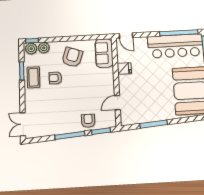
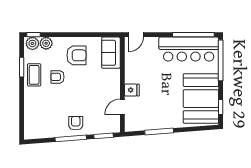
door: (126, 36) -> (136, 35), hinge flipped
armchair: (72, 57) -> (76, 55), turned 71
fridge: (124, 68) -> (132, 90), moved
armchair: (88, 121) -> (76, 123), moved
double door: (23, 124) -> (22, 124), removed

